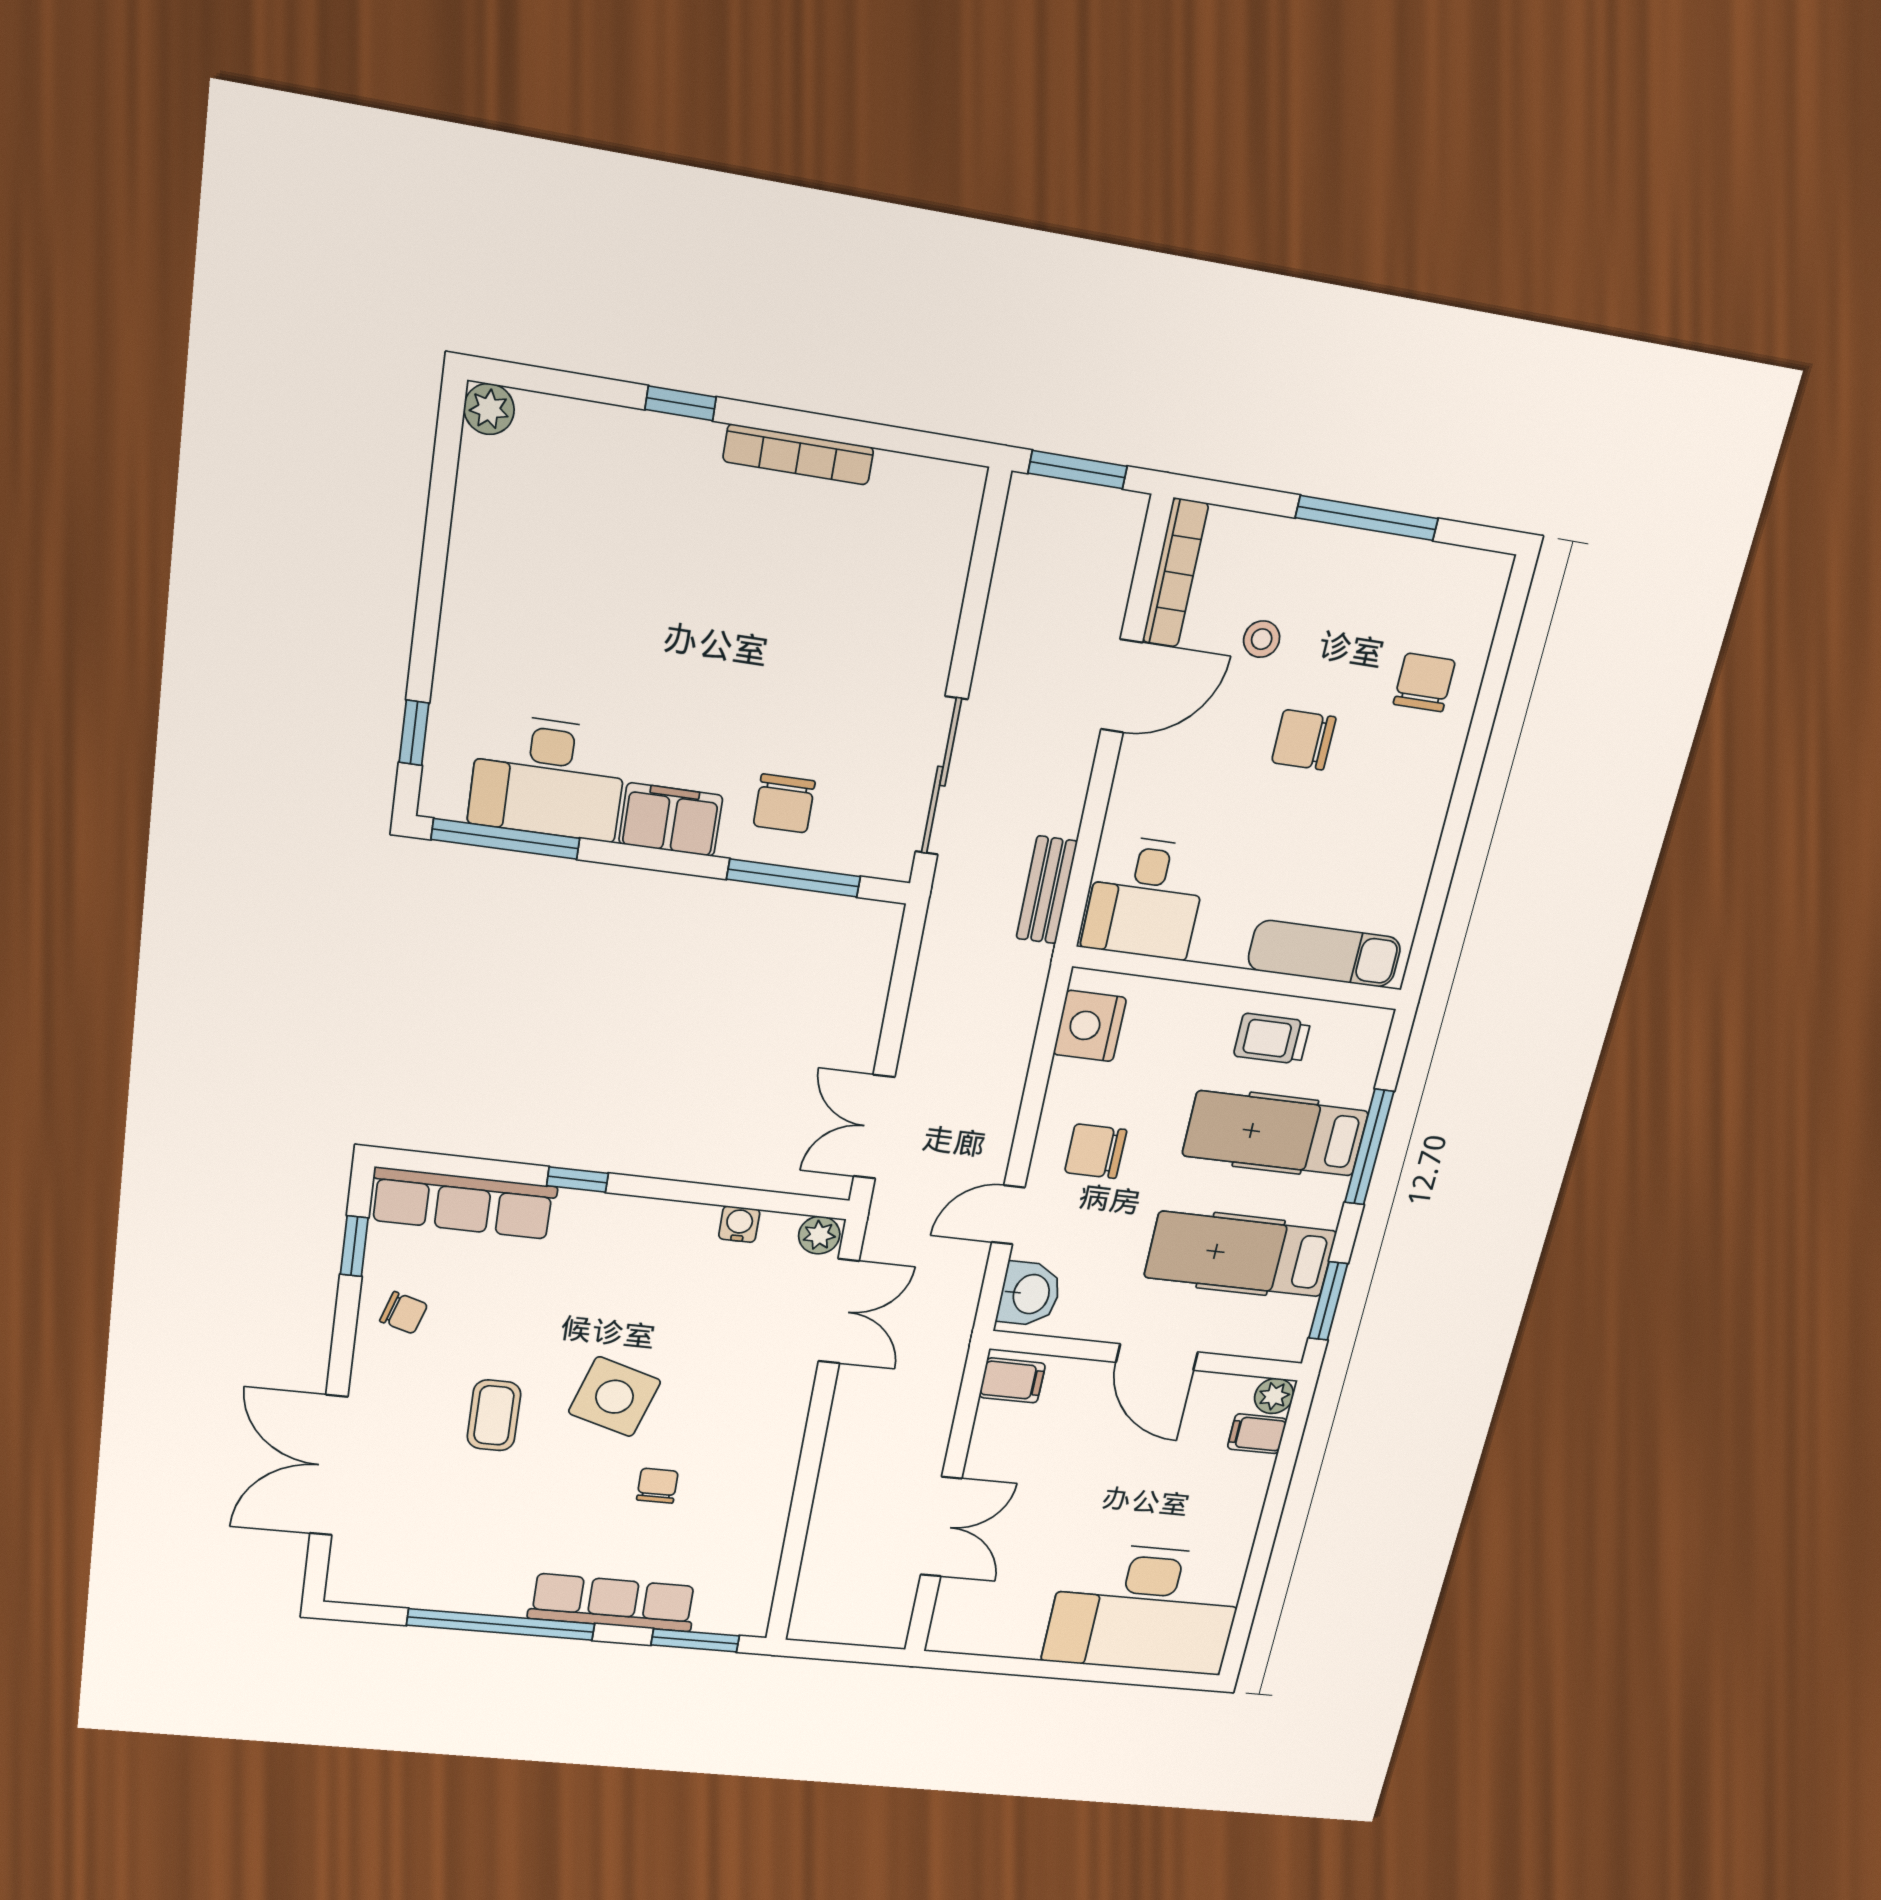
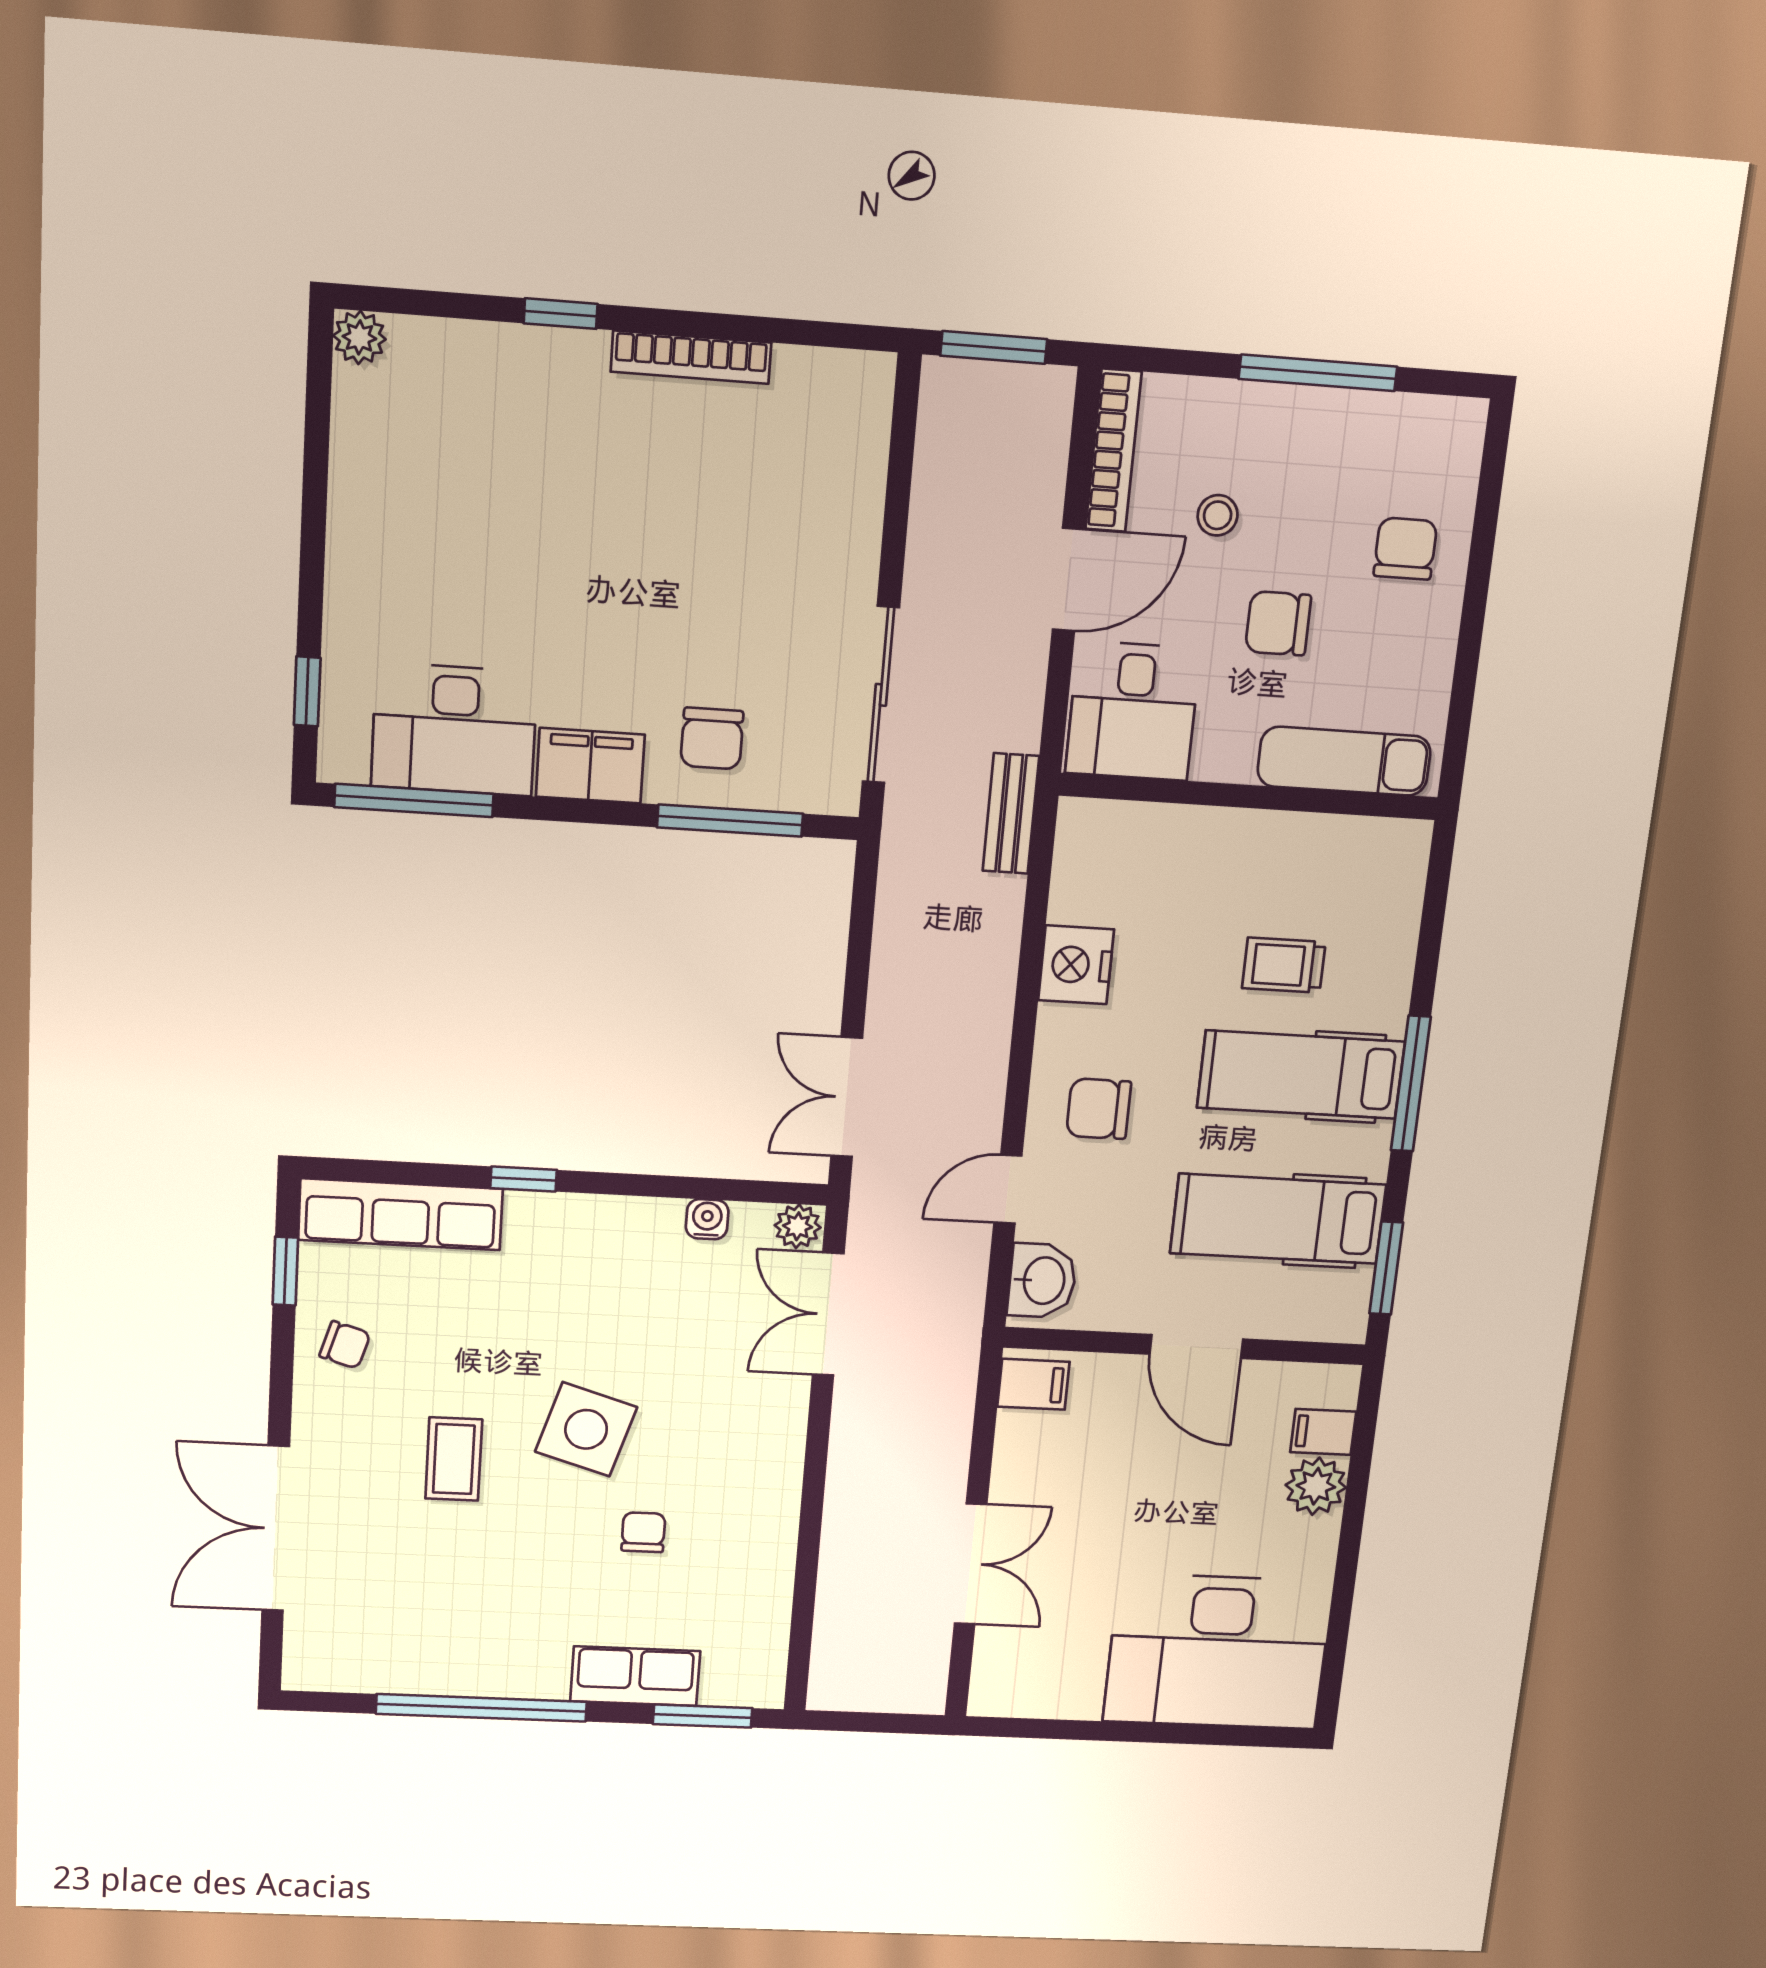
desk: (1145, 898) -> (1133, 711), moved
exam couch: (1324, 954) -> (1344, 761), moved
wall: (1238, 978) -> (1249, 796), moved
double door: (839, 1311) -> (828, 1314), swing flipped
plant: (1274, 1396) -> (1316, 1486), moved, width x1.38, depth x1.38
row of seats: (613, 1603) -> (635, 1676), width x0.68

